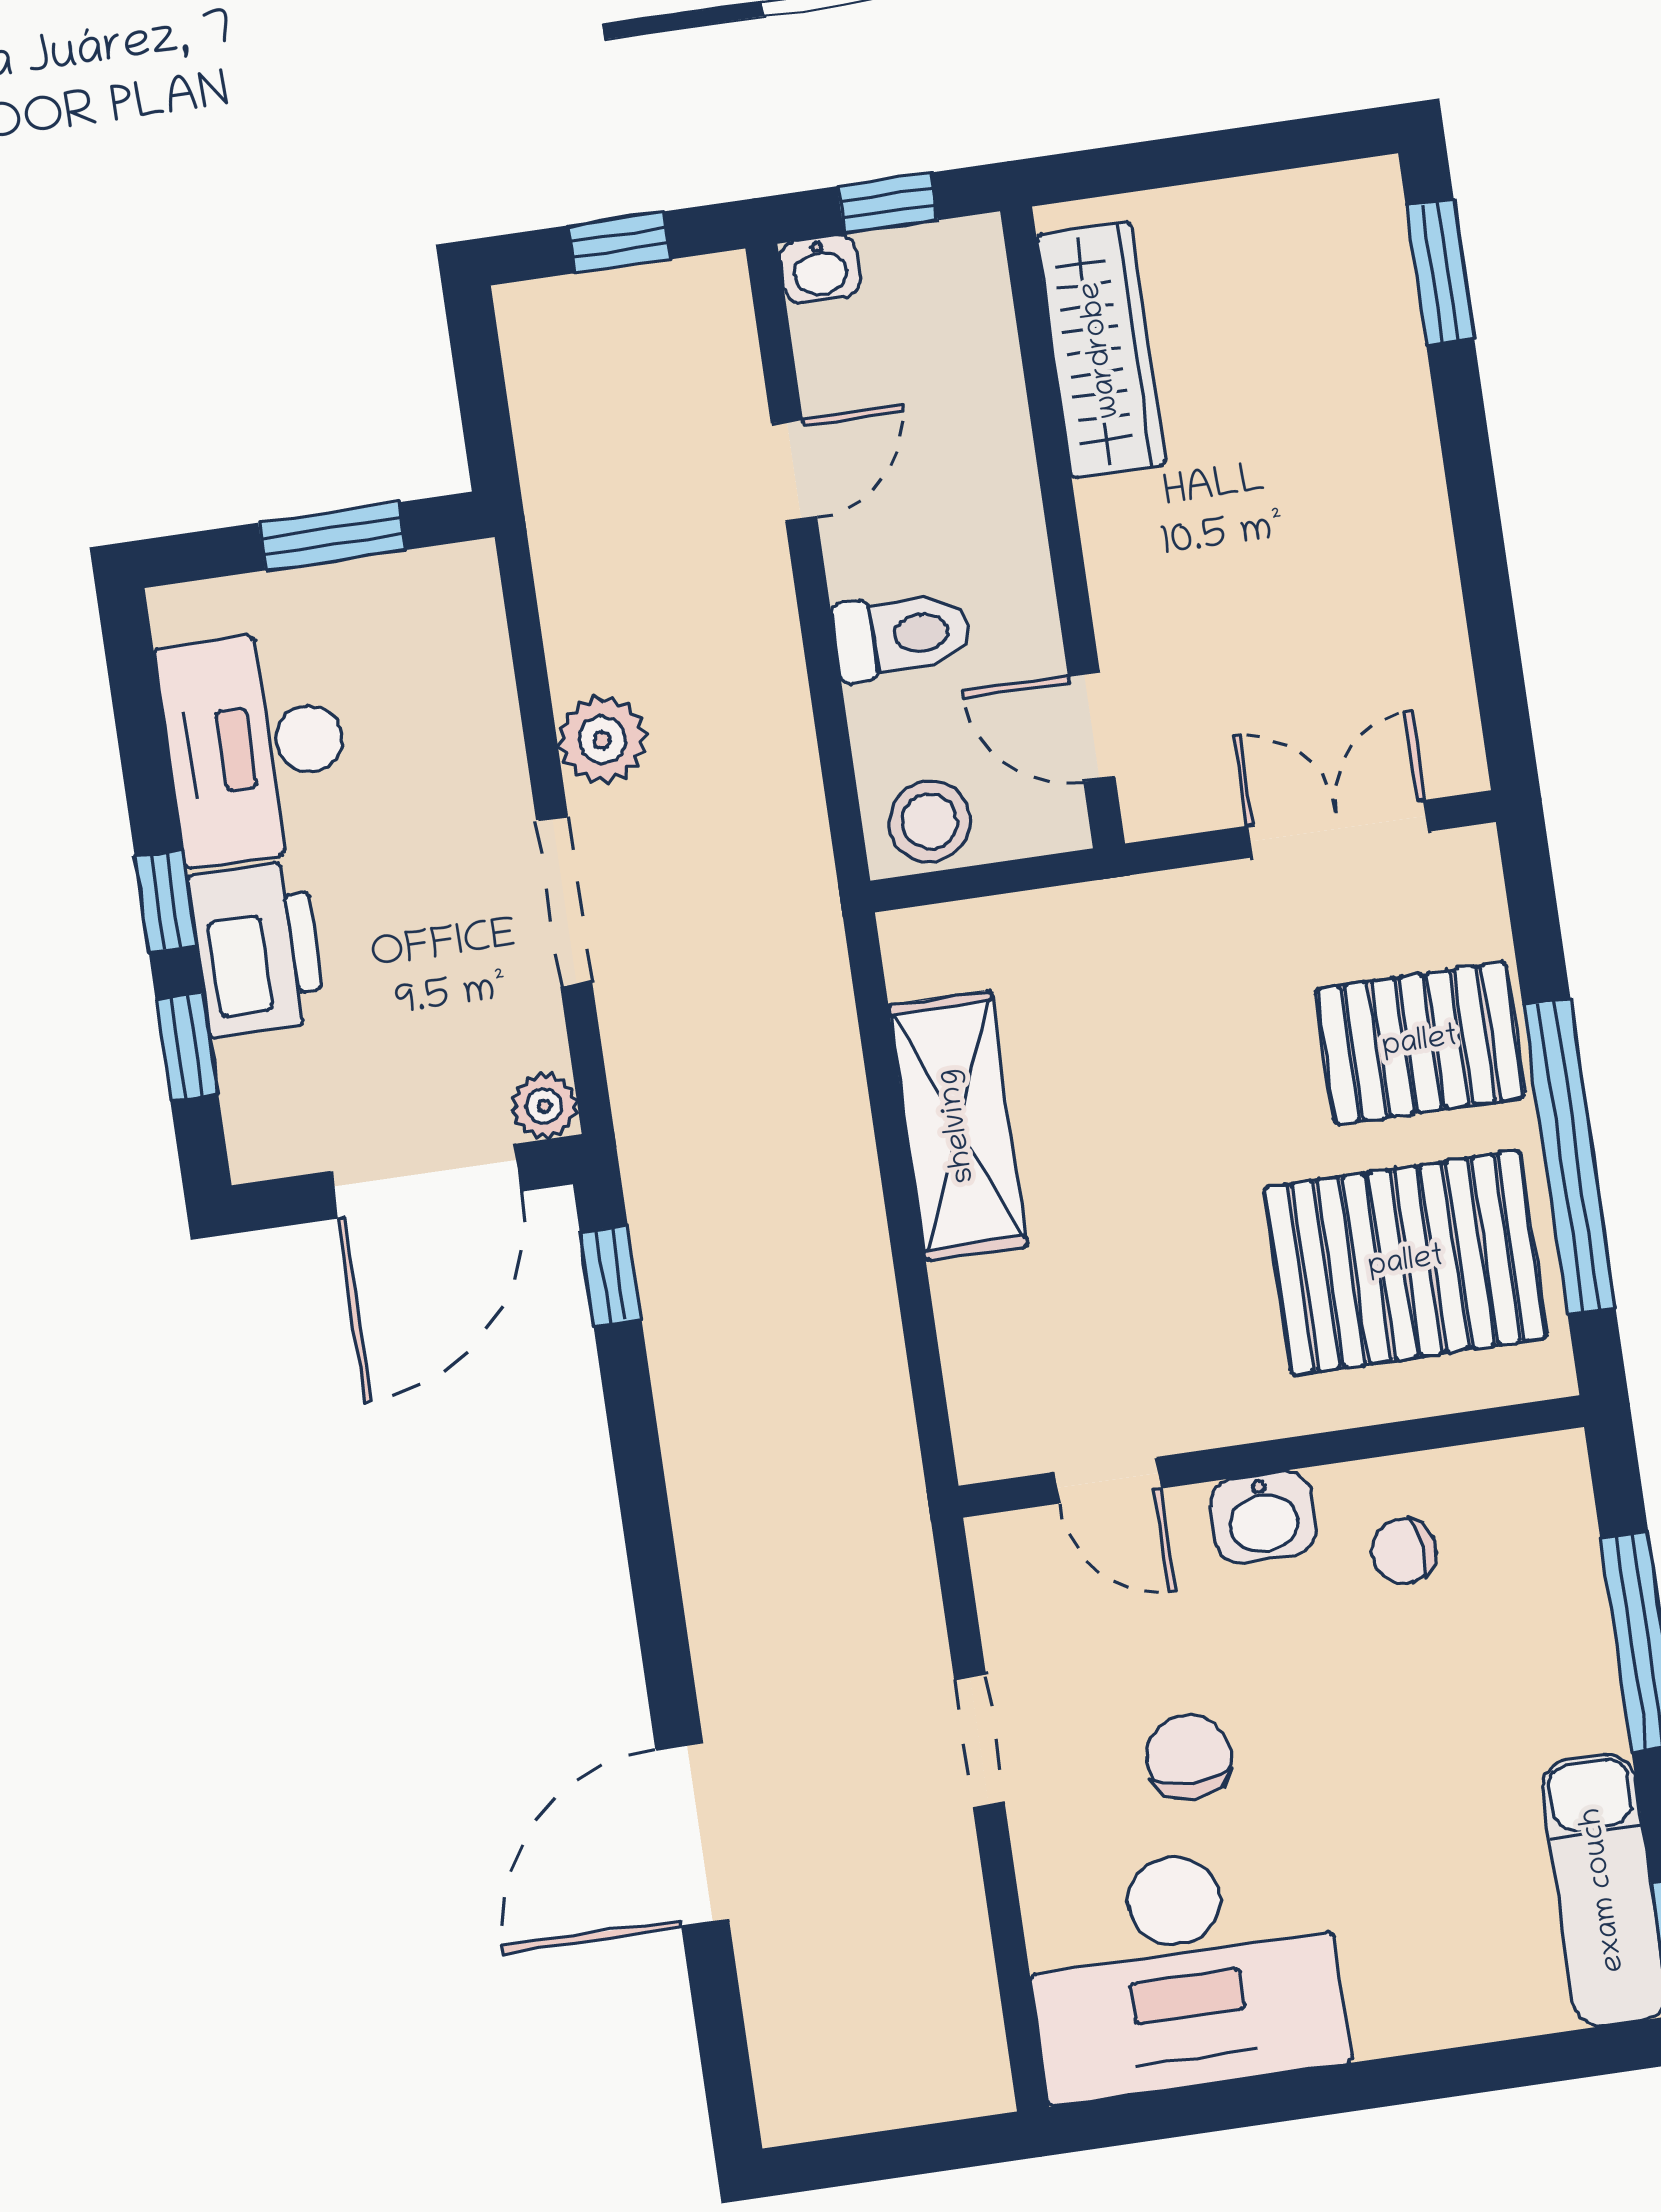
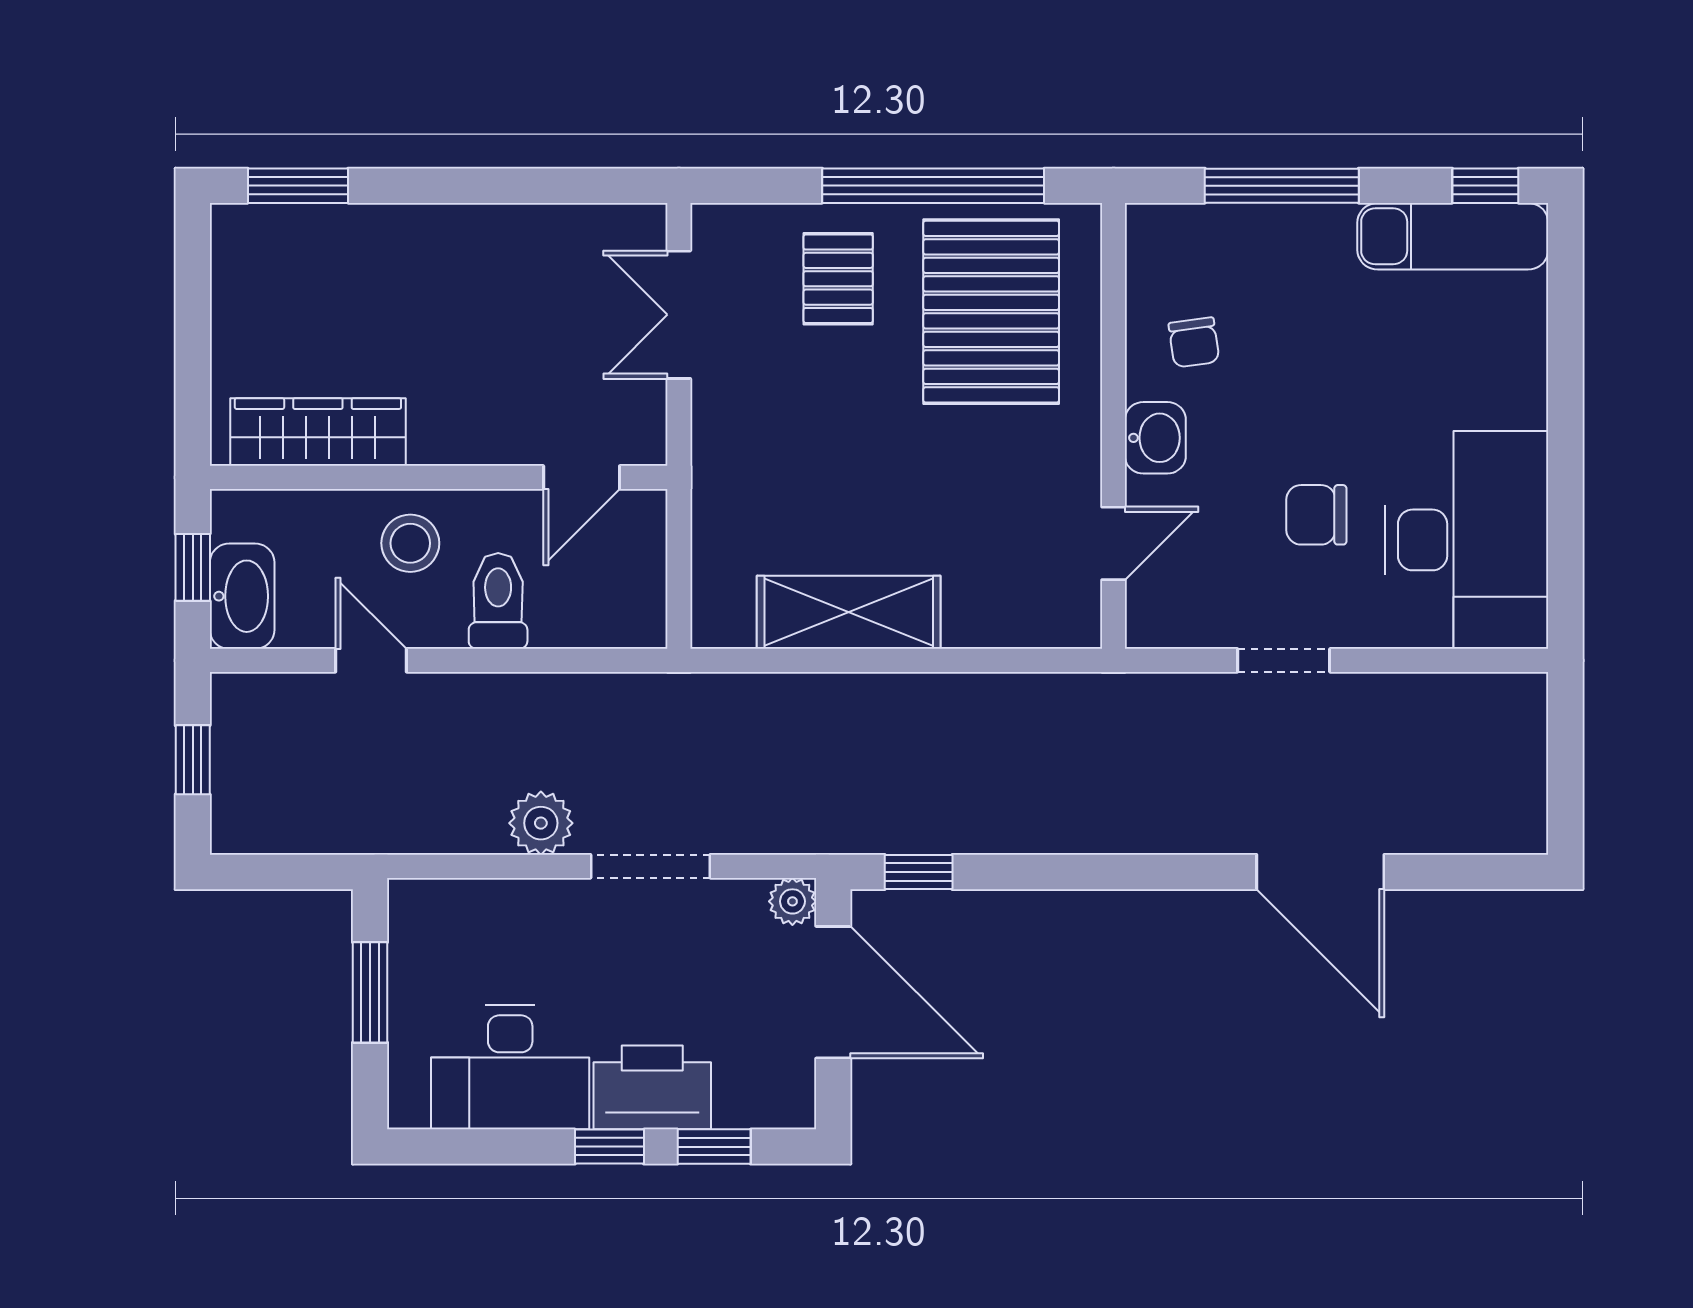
washbasin: (820, 269) -> (242, 596), width x1.91, depth x1.45
stool: (930, 821) -> (410, 543), moved
pallet: (1420, 1043) -> (838, 279), width x0.67, depth x0.71

